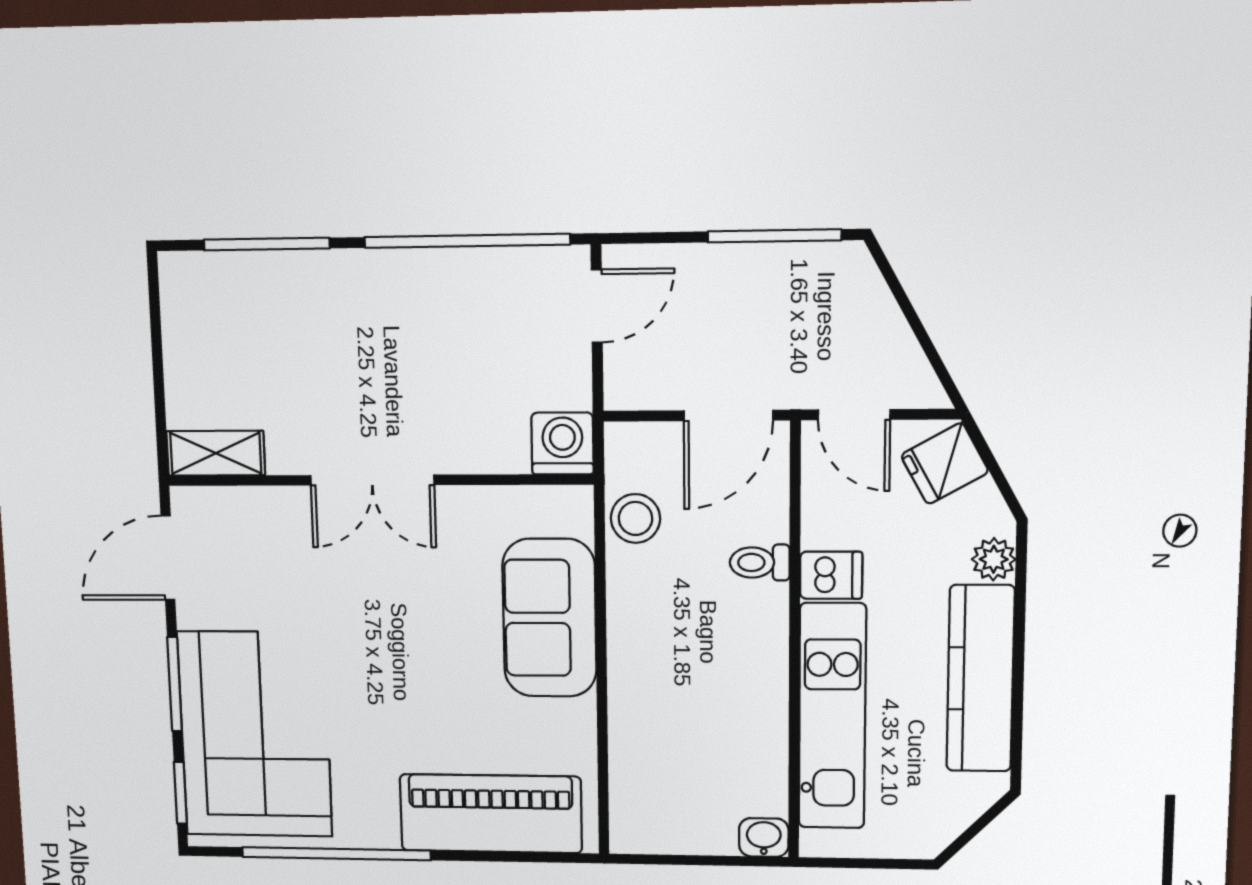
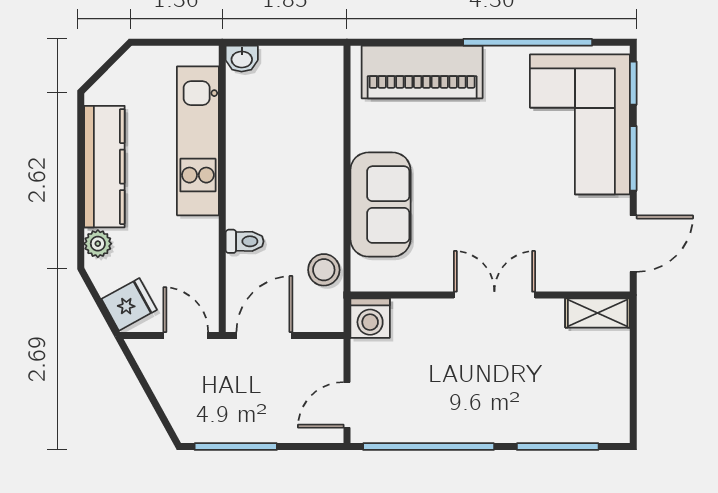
dishwasher: (831, 575) -> (199, 233), removed

